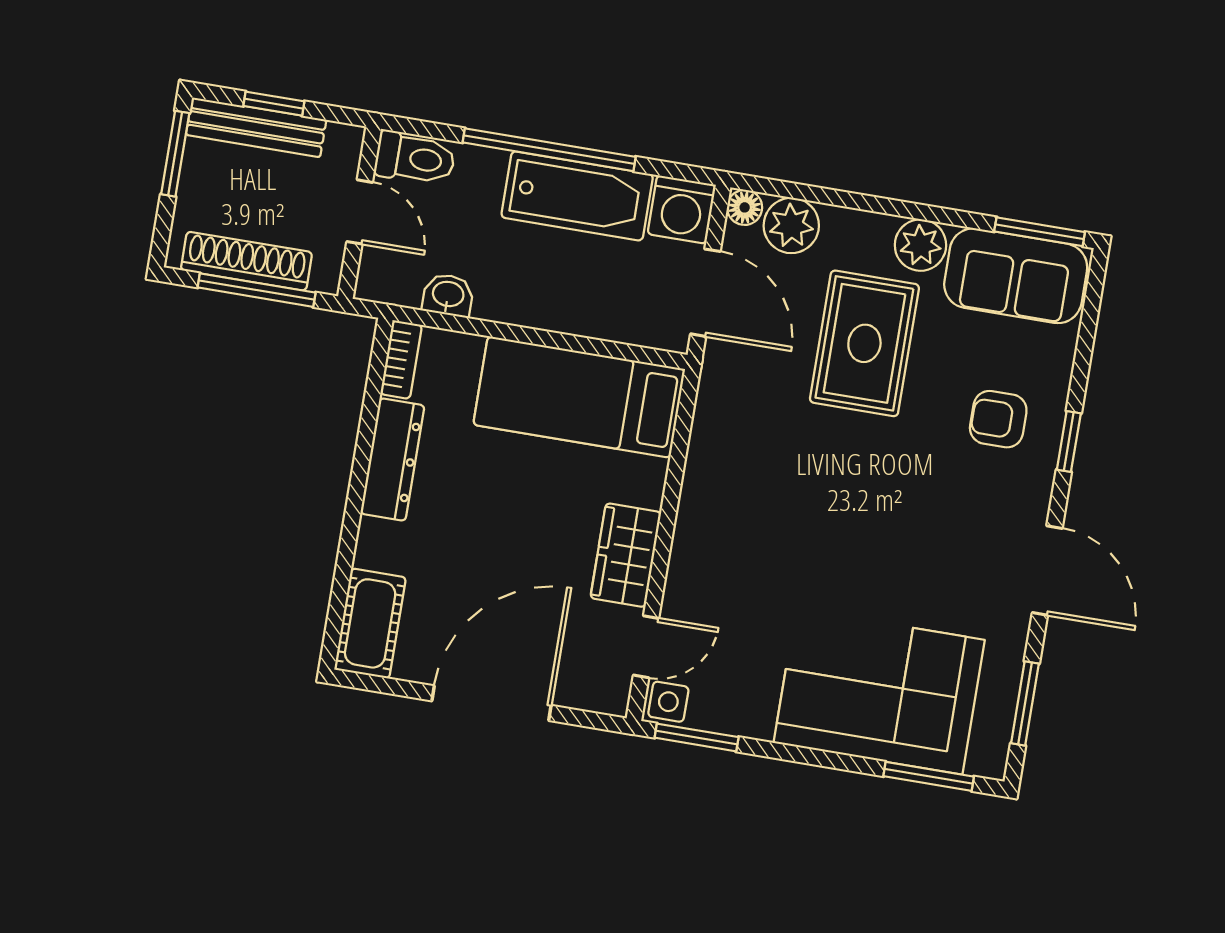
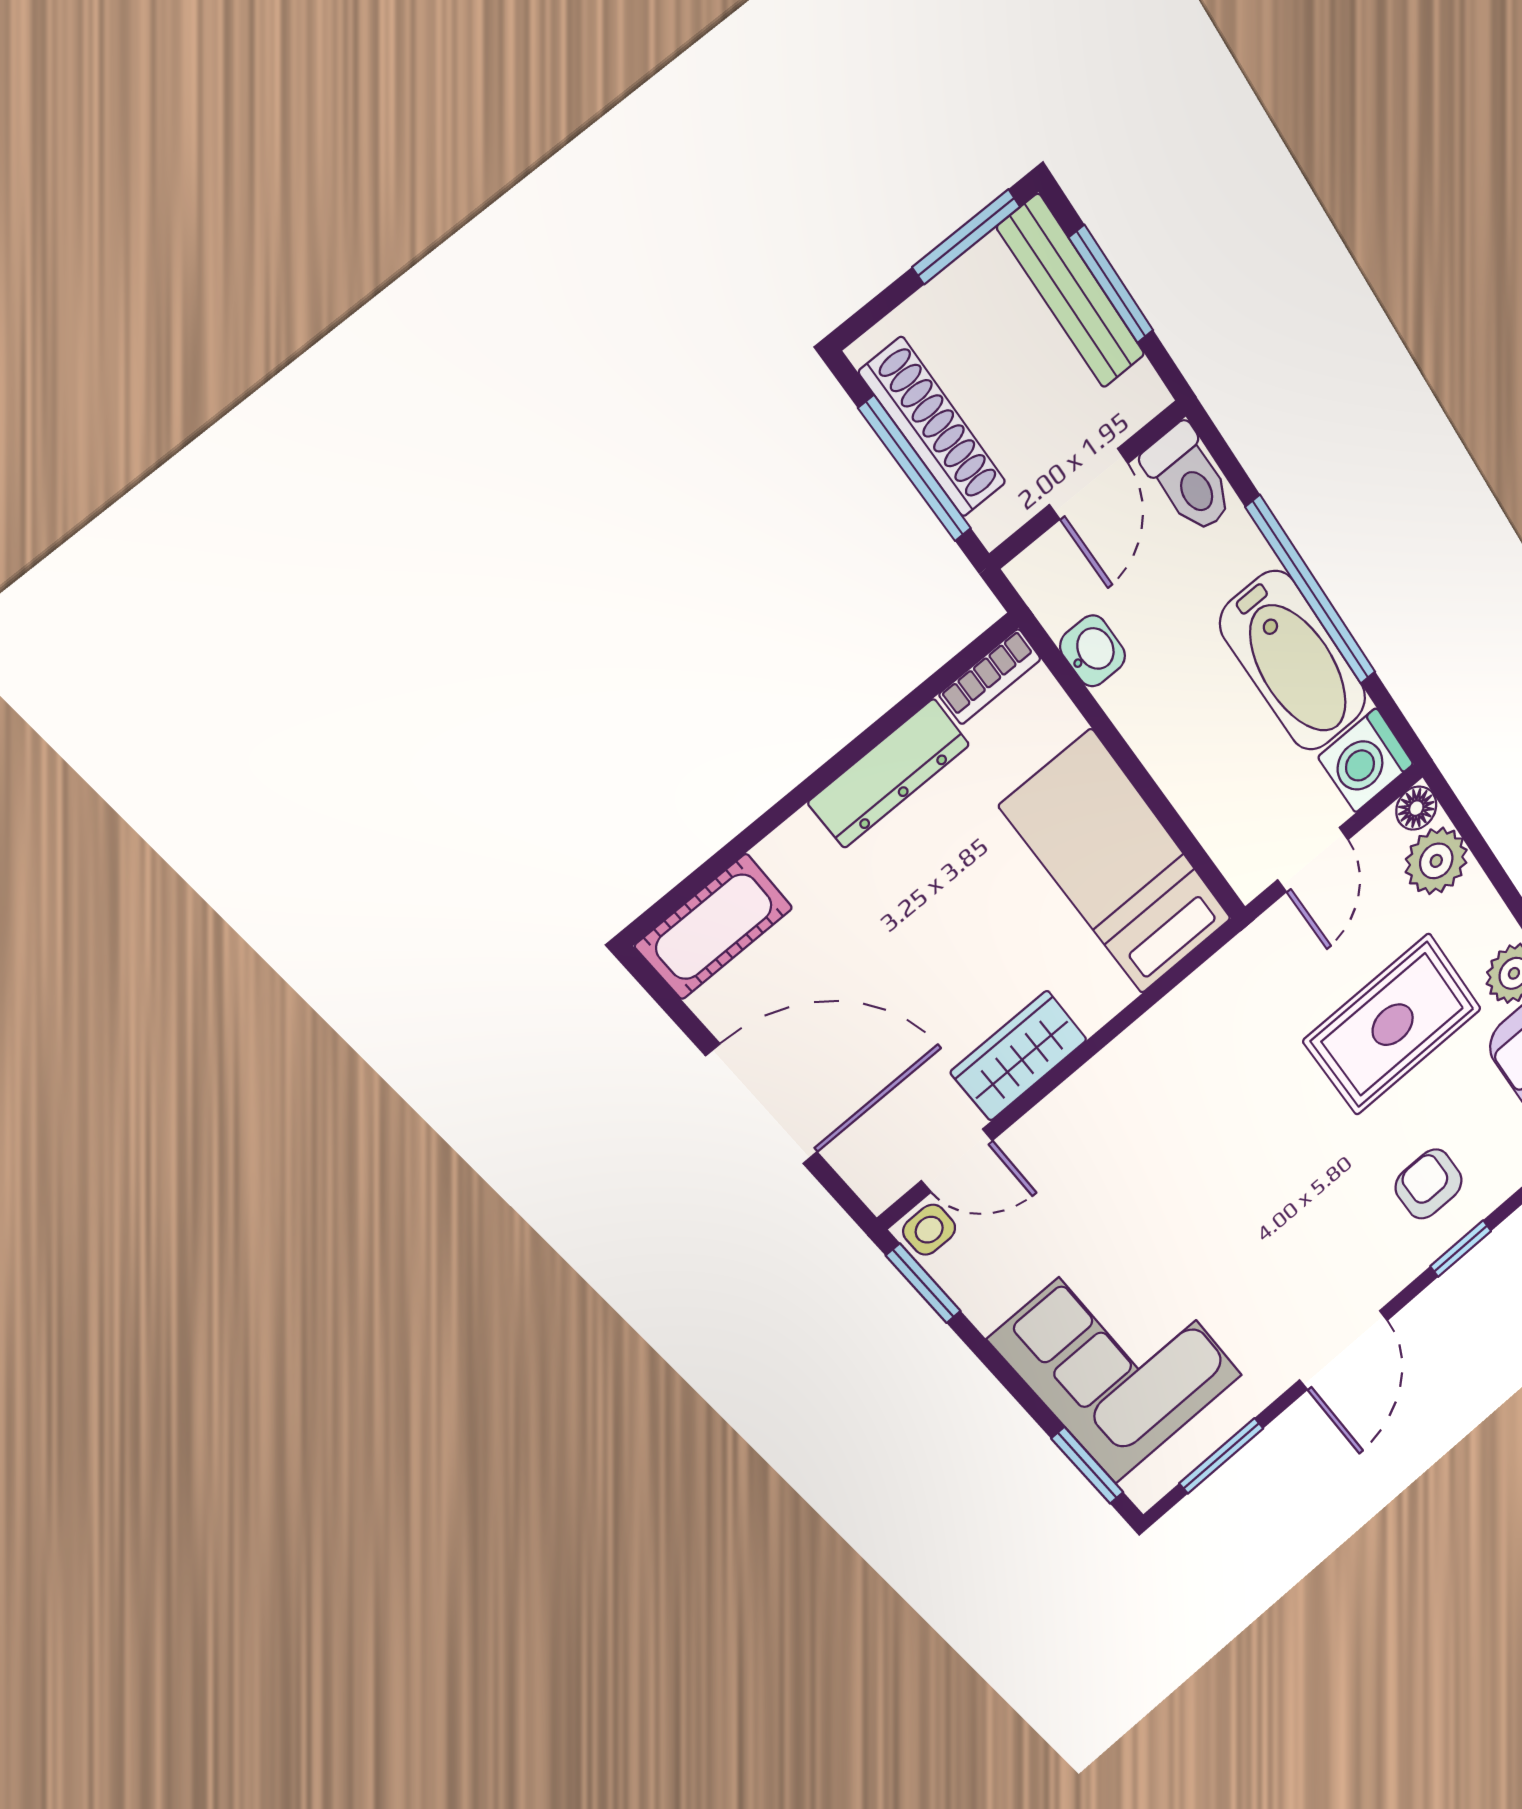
window: (274, 104) -> (1111, 284), width x1.50
door: (705, 293) -> (1313, 860), width x0.73

